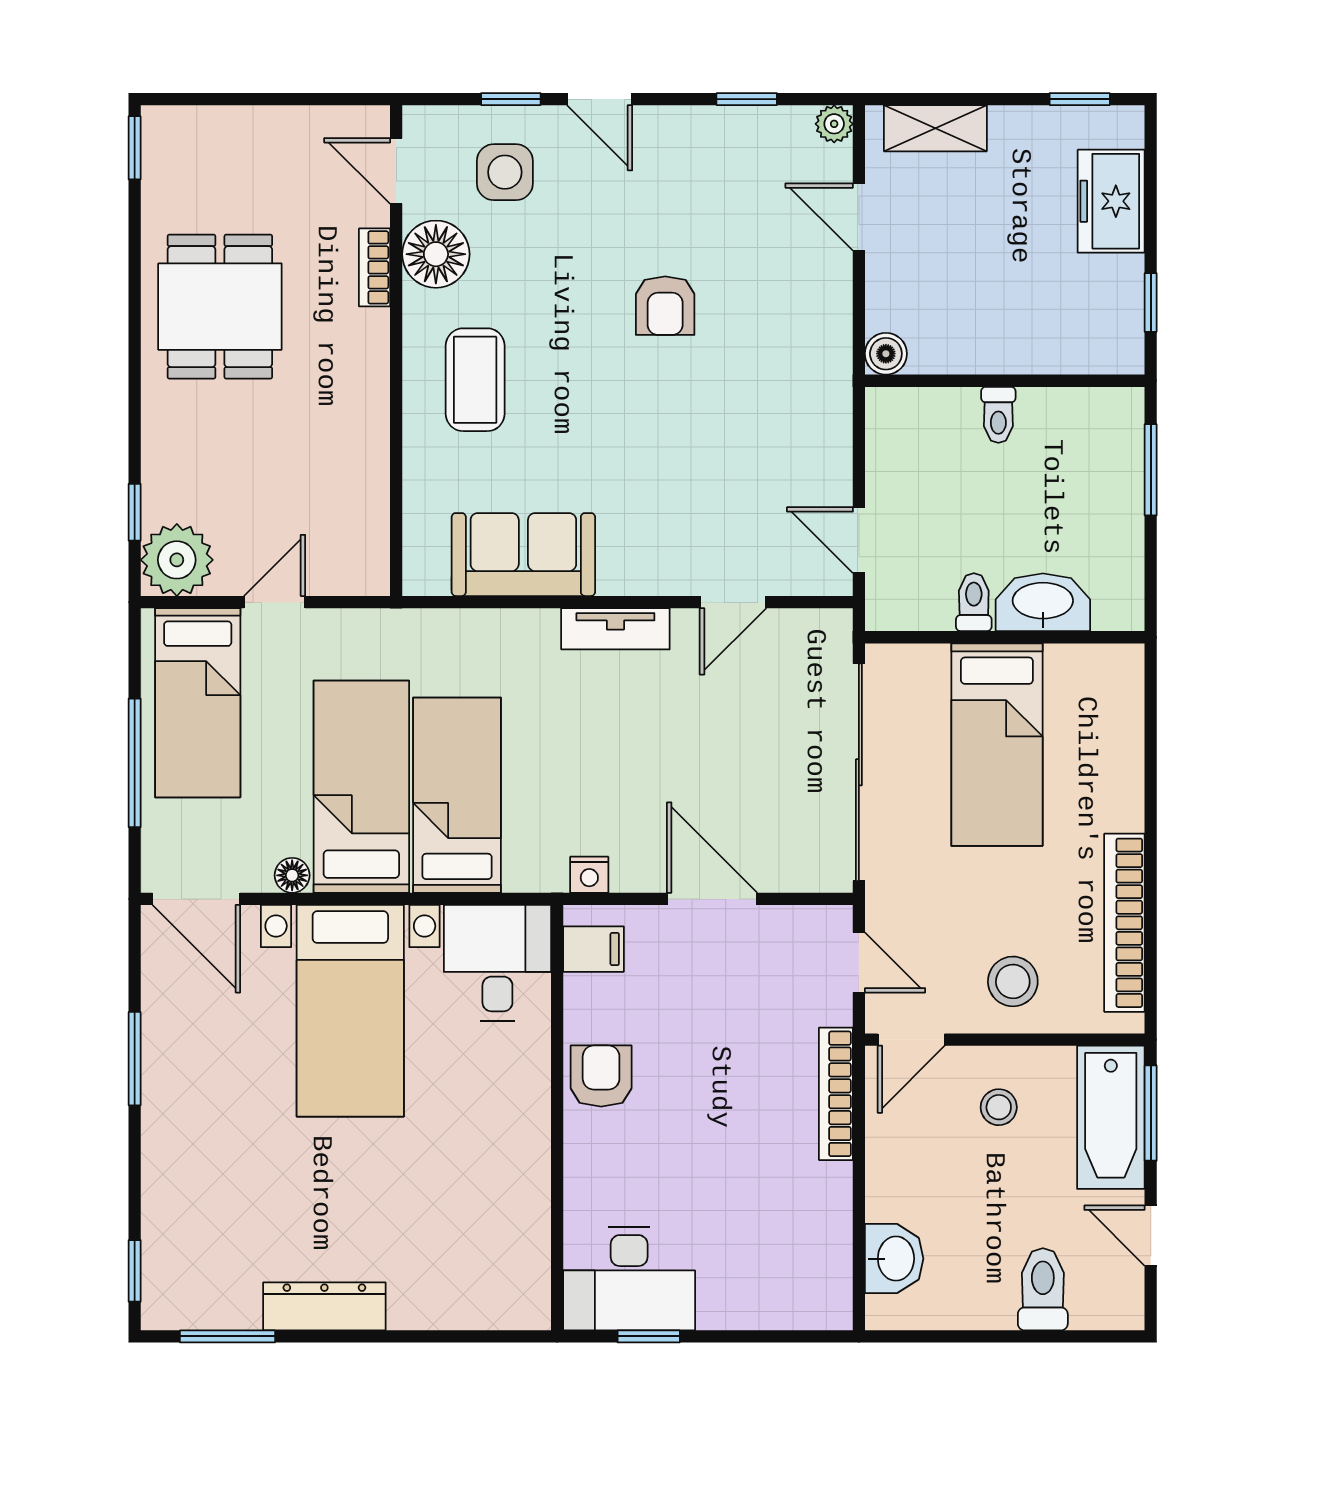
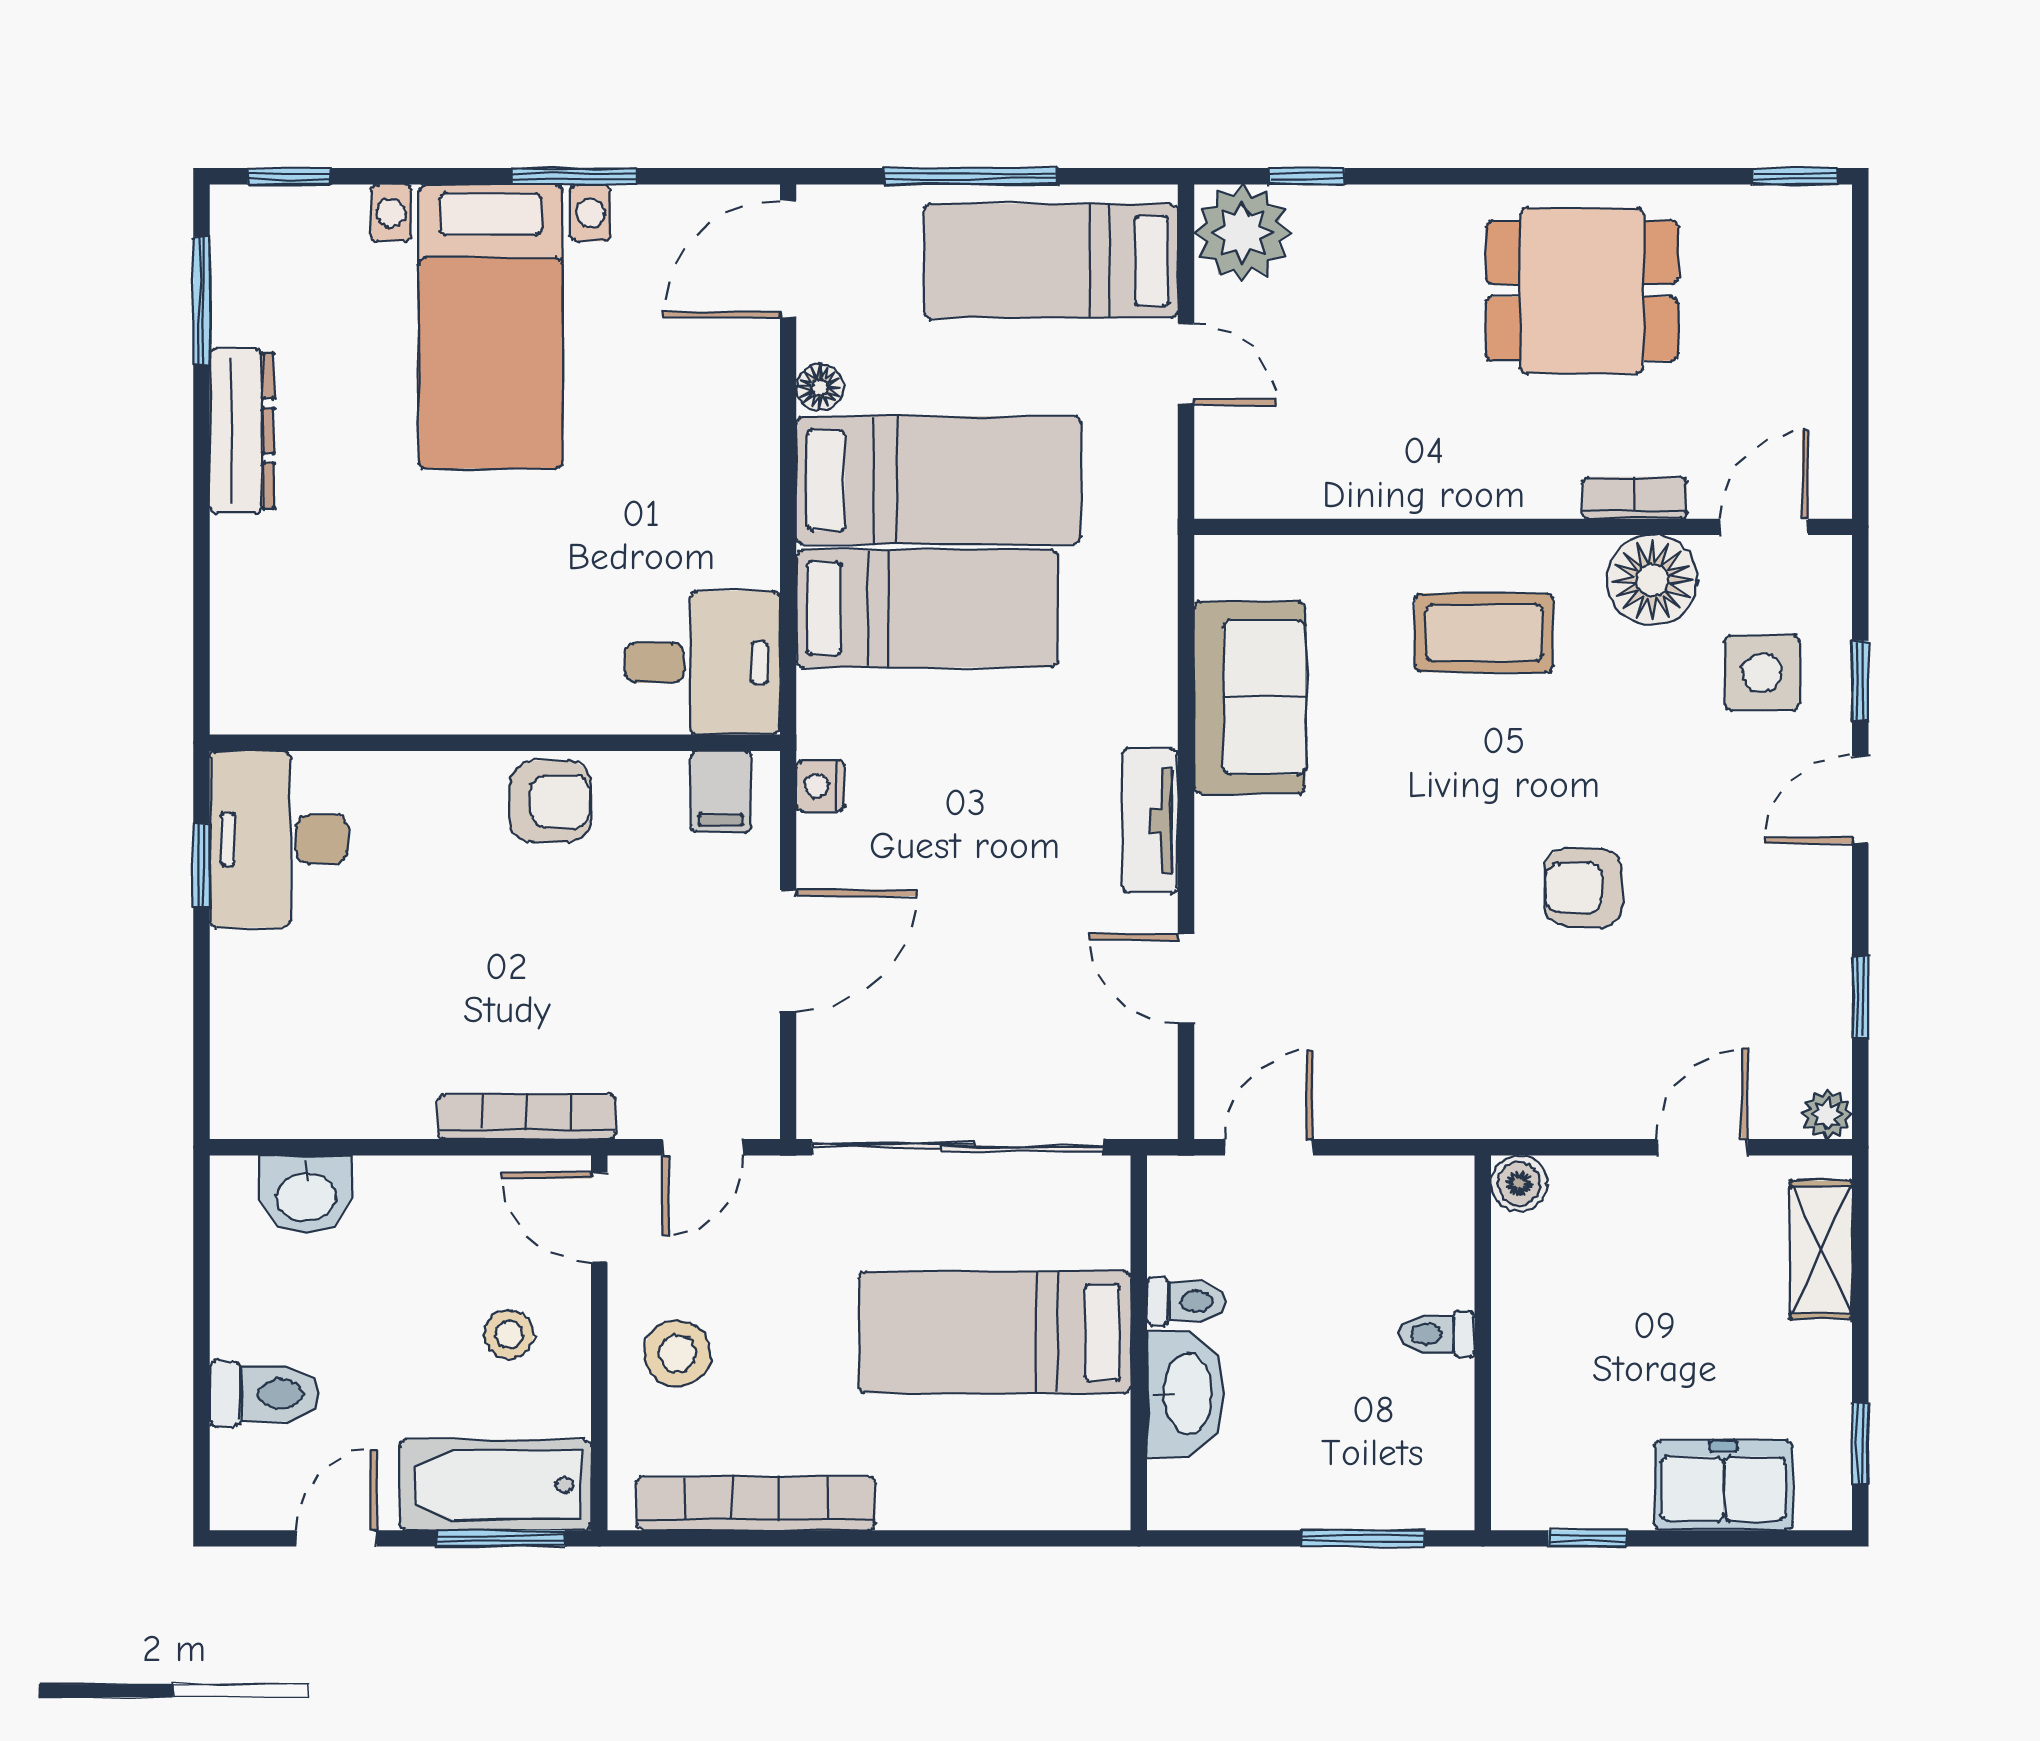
bed with nightstands: (350, 1011) -> (491, 326), moved, turned -90

